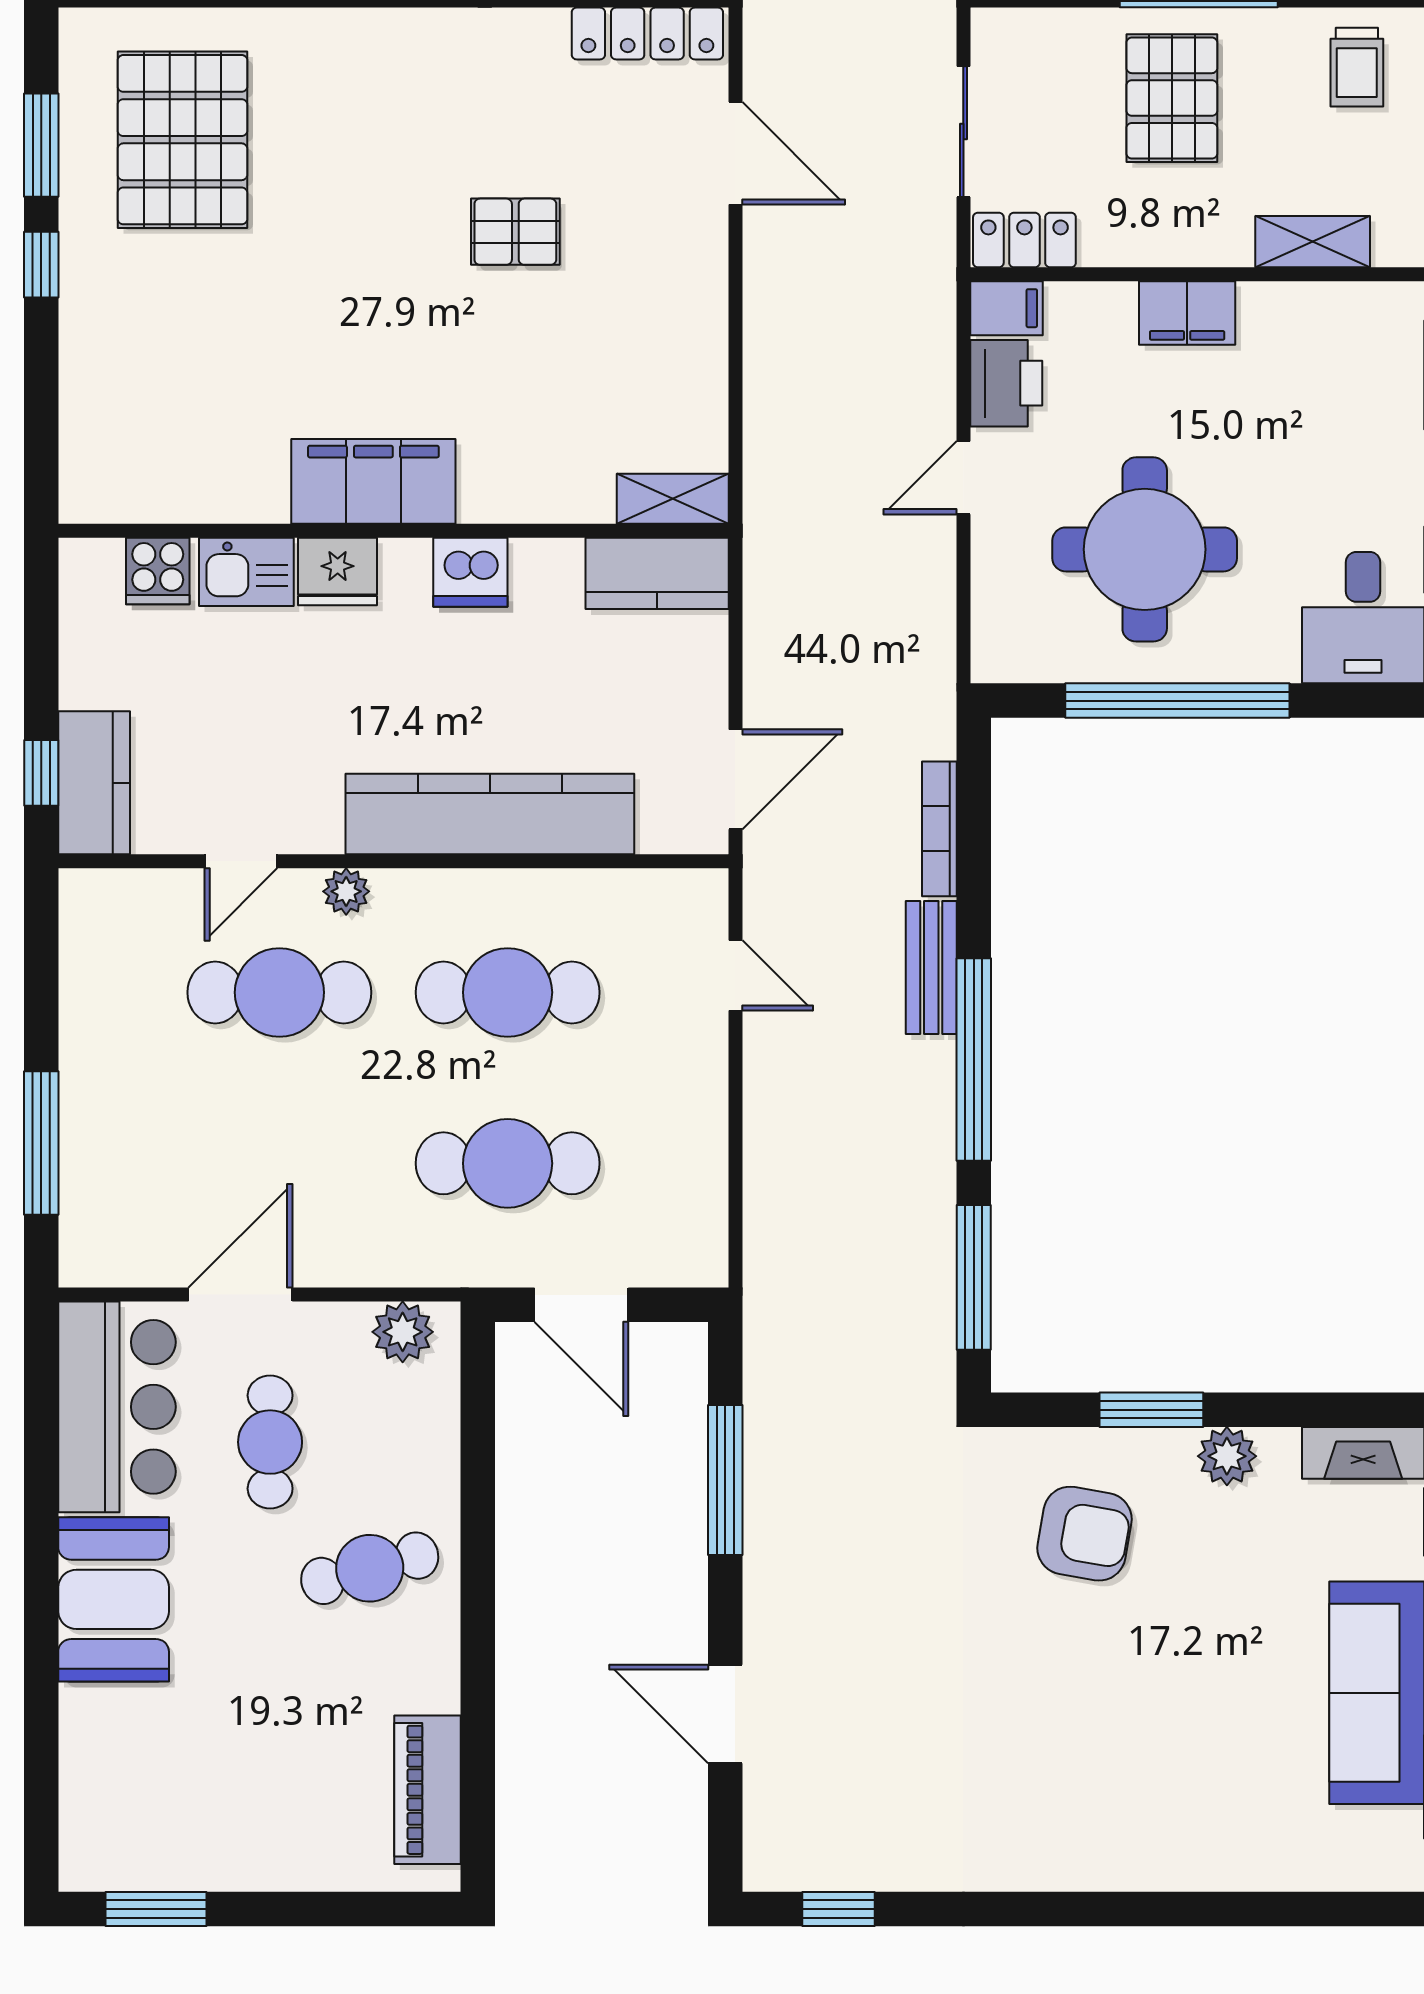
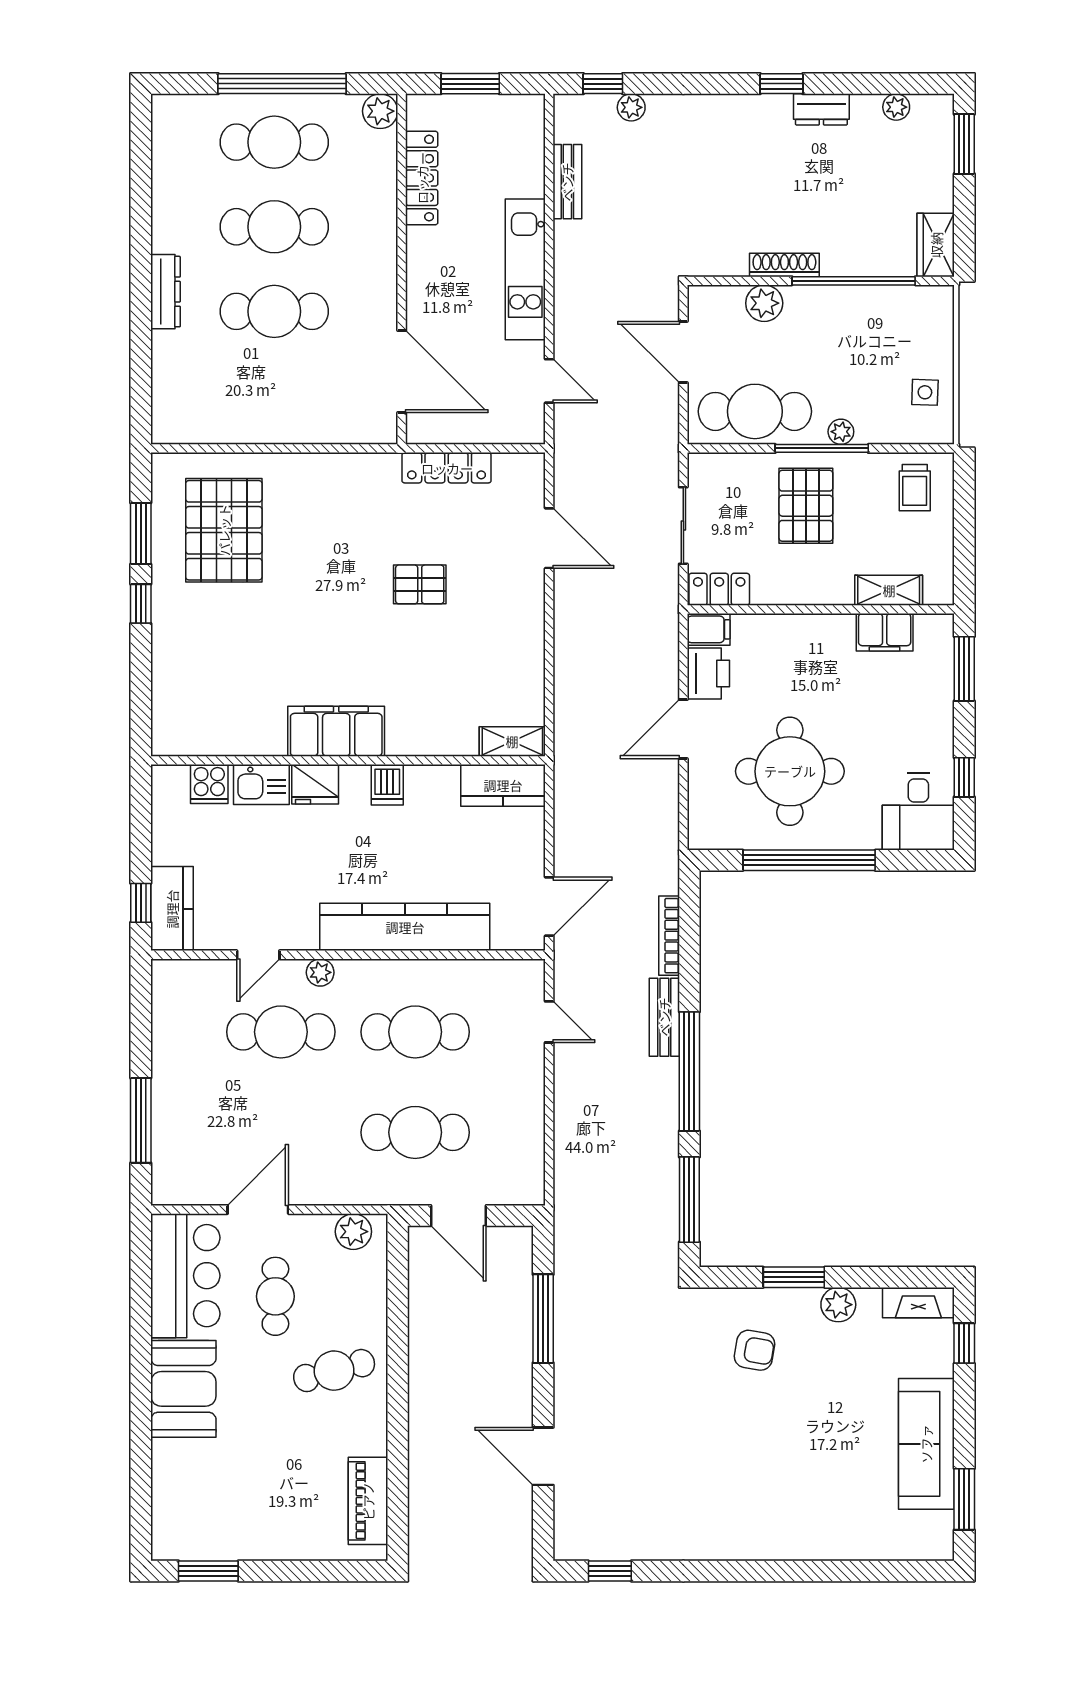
locker: (647, 34) -> (447, 468), moved
filing cabinet: (1187, 313) -> (885, 632), moved
door: (963, 478) -> (683, 729), width x1.38
dishwasher: (470, 572) -> (387, 785), width x0.73
armchair: (1085, 1534) -> (754, 1350), width x0.72, depth x0.72

